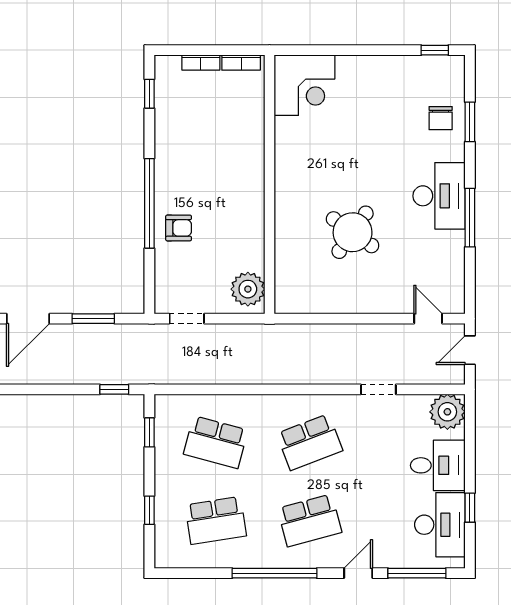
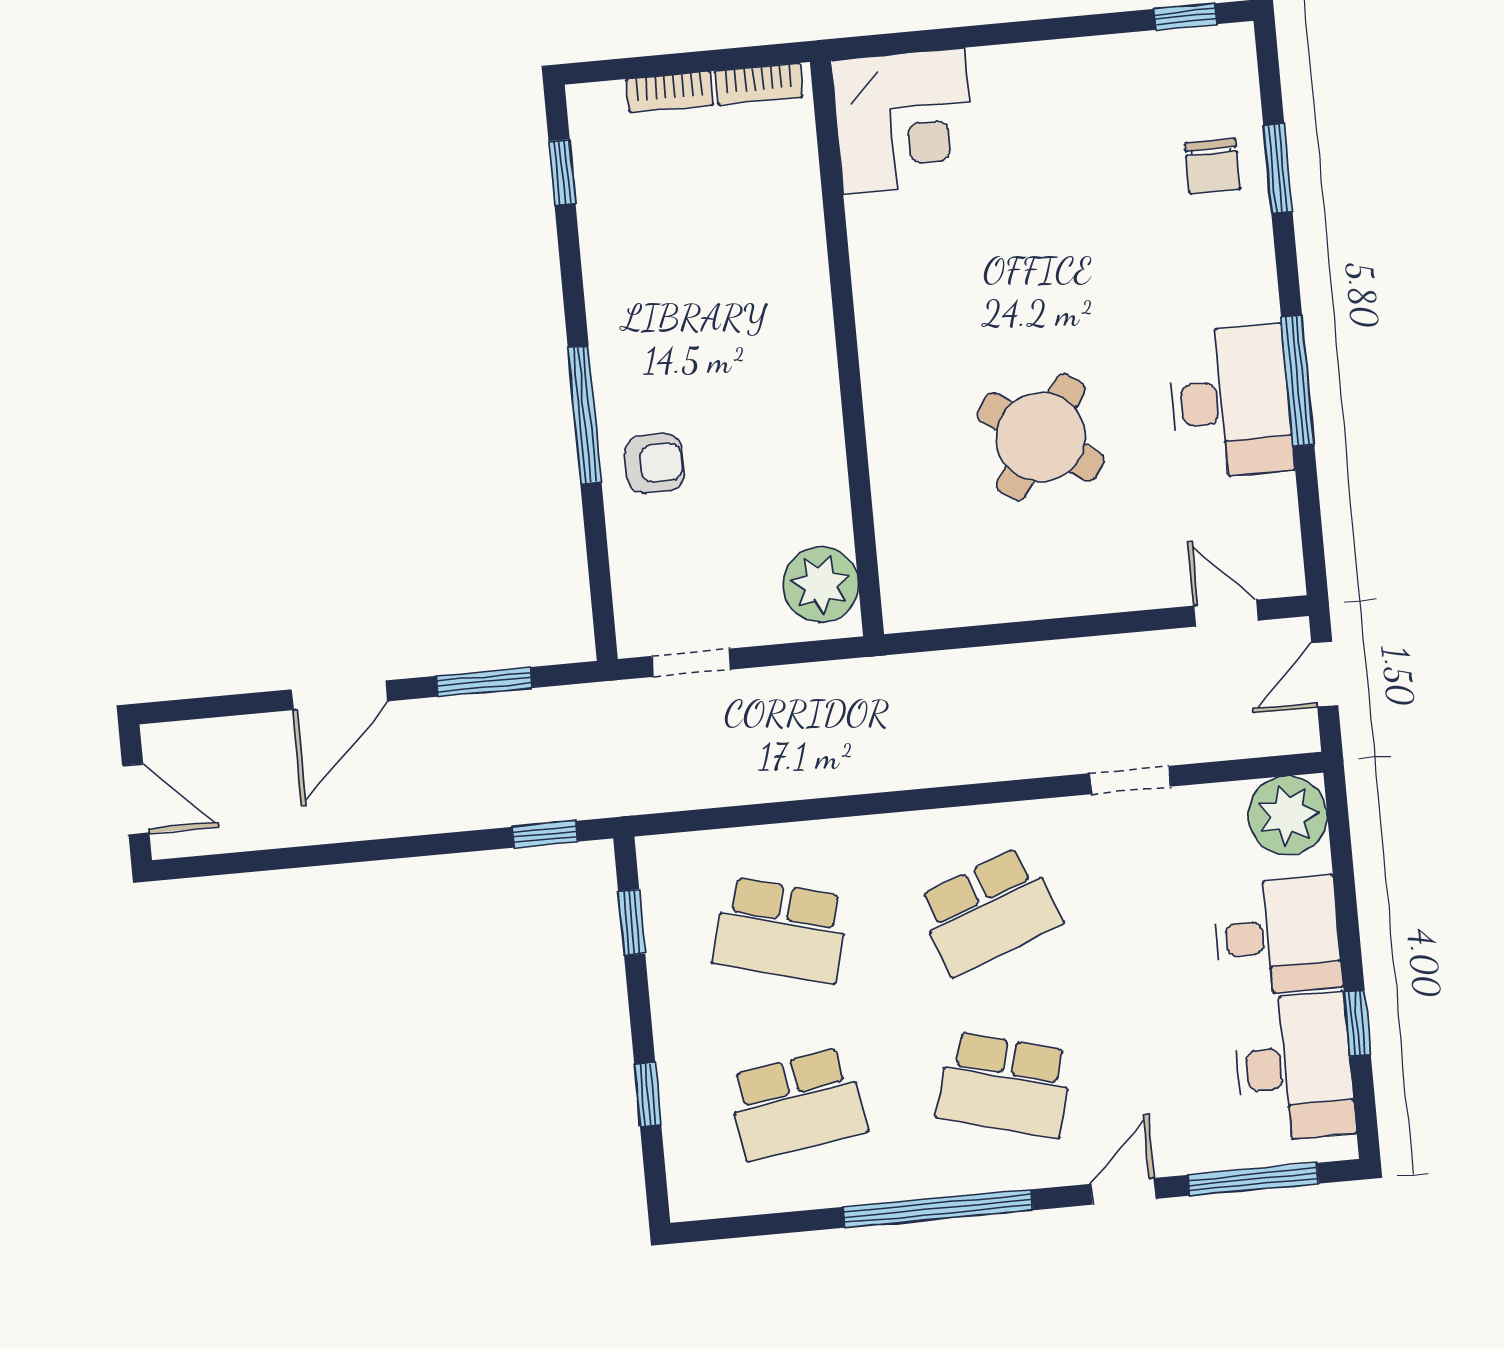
desk: (439, 196) -> (1231, 402), moved
window: (149, 203) -> (585, 415), width x0.68
school desk: (310, 520) -> (1005, 1084), turned 30

